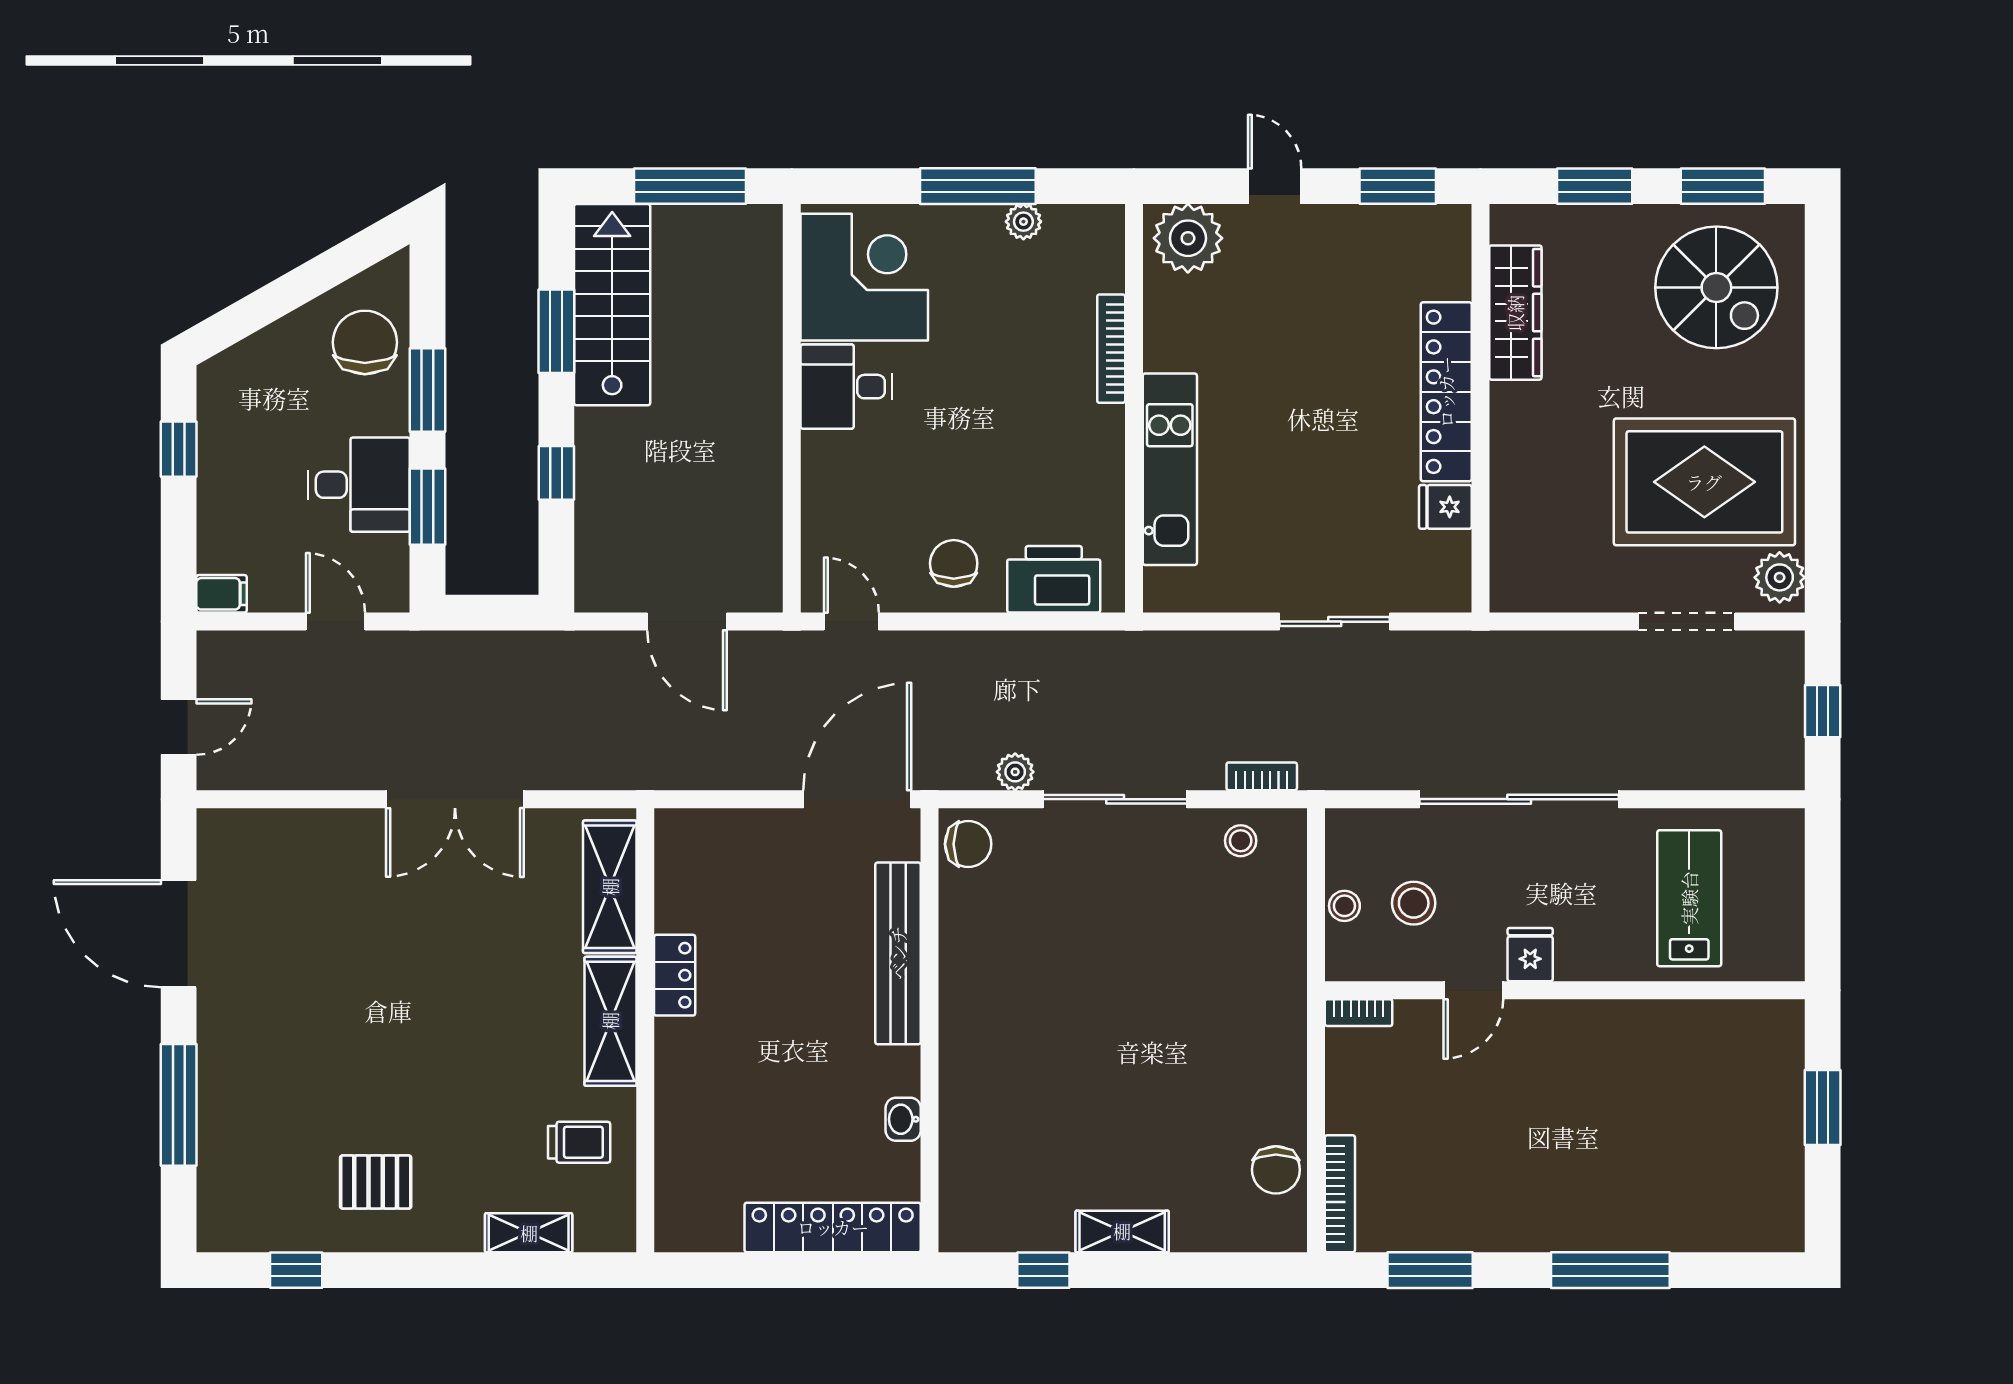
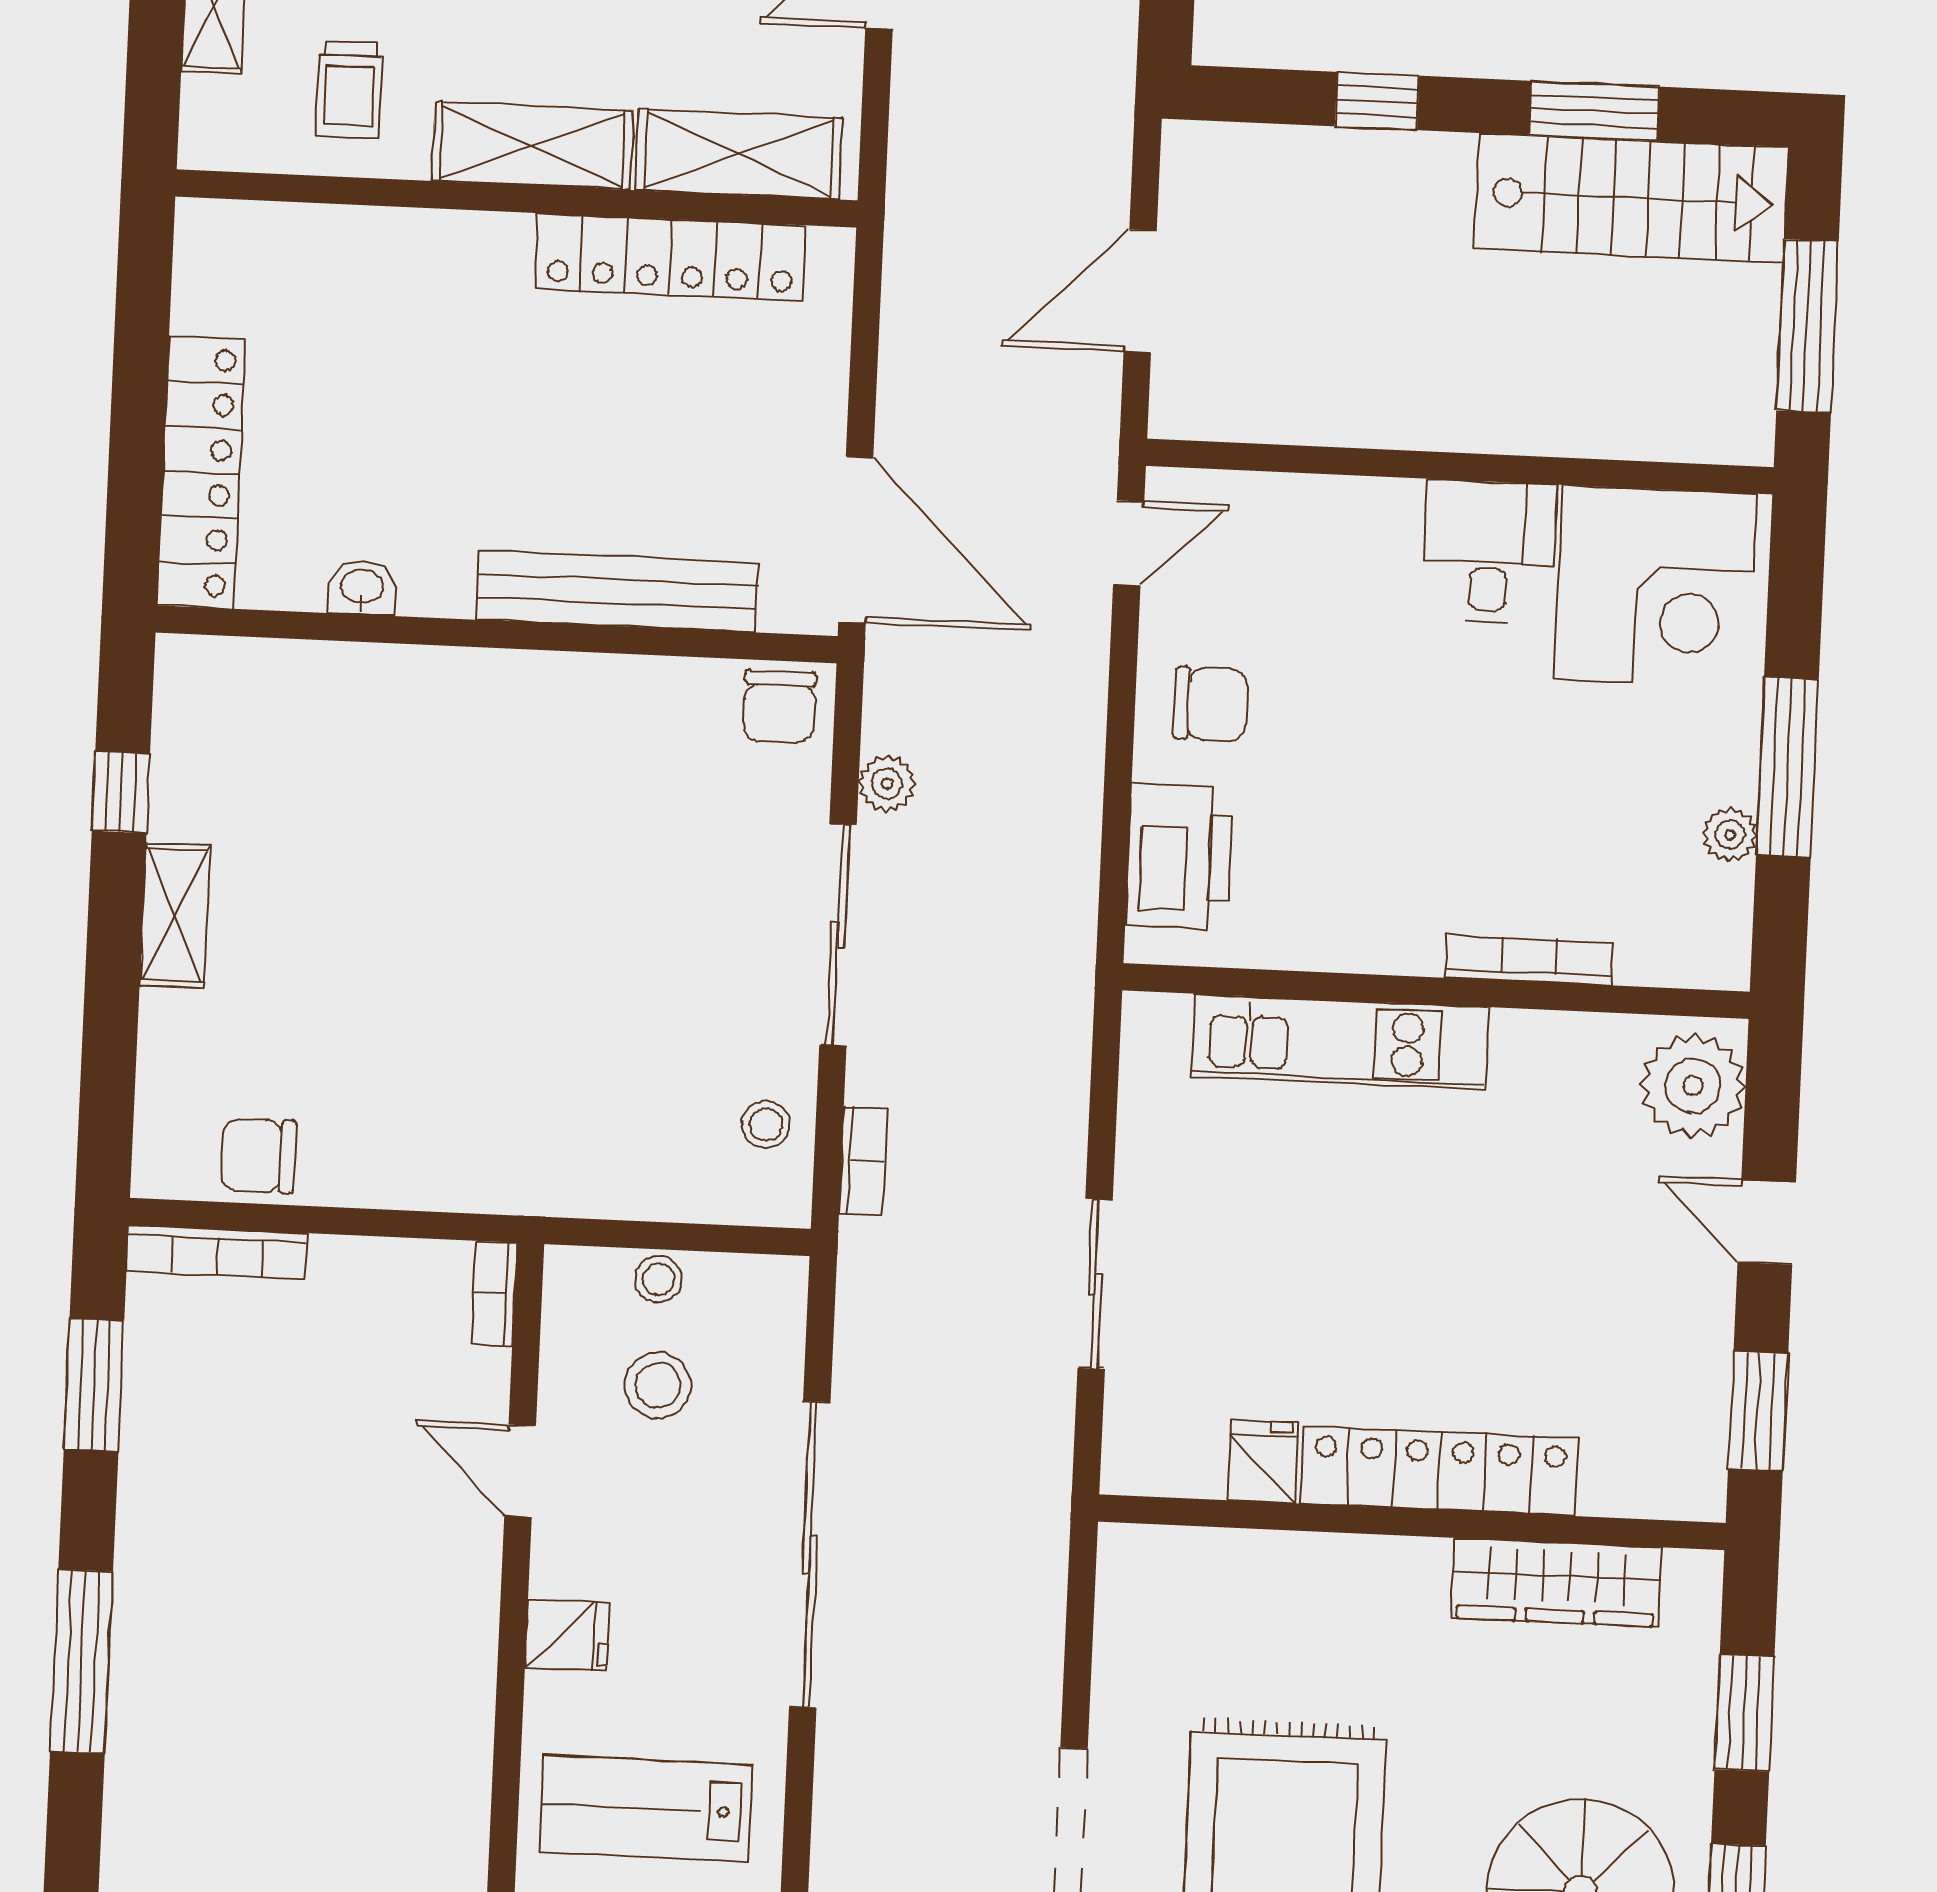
door: (1275, 186) -> (1767, 1222), swing flipped
lab bench: (1689, 898) -> (646, 1808), turned 180
fridge: (1530, 955) -> (567, 1635), moved
locker: (675, 975) -> (670, 257), width x2.16, depth x1.21

